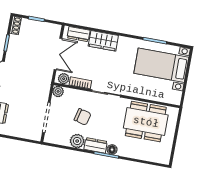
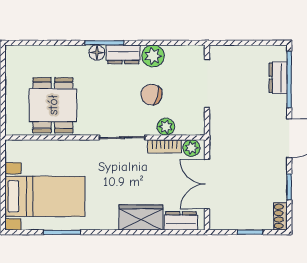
plant: (58, 91) -> (166, 127), moved
dining table: (146, 122) -> (53, 105), width x0.73

